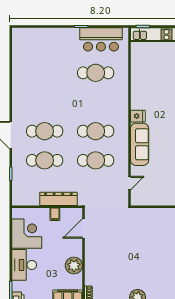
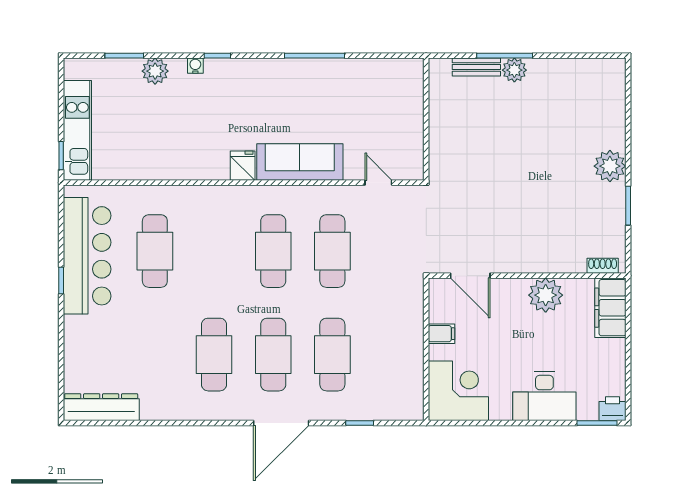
bar counter: (101, 39) -> (87, 256), width x1.36
cafe table: (45, 102) -> (214, 355), added
dresser: (58, 199) -> (101, 407), moved, turned 90
corner desk: (27, 234) -> (458, 391), moved, turned 90

